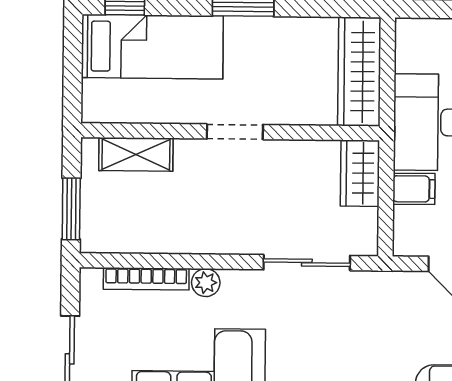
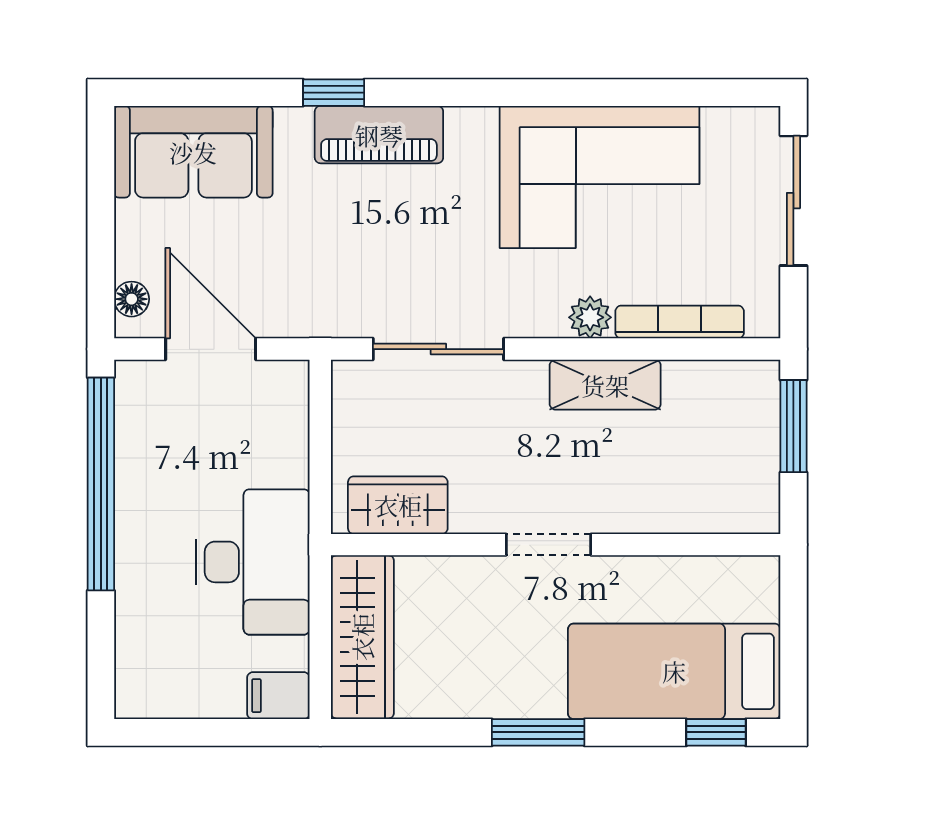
shelving: (136, 154) -> (605, 385), moved
wardrobe: (360, 173) -> (398, 505), moved, turned -90
filing cabinet: (414, 189) -> (278, 696), moved

